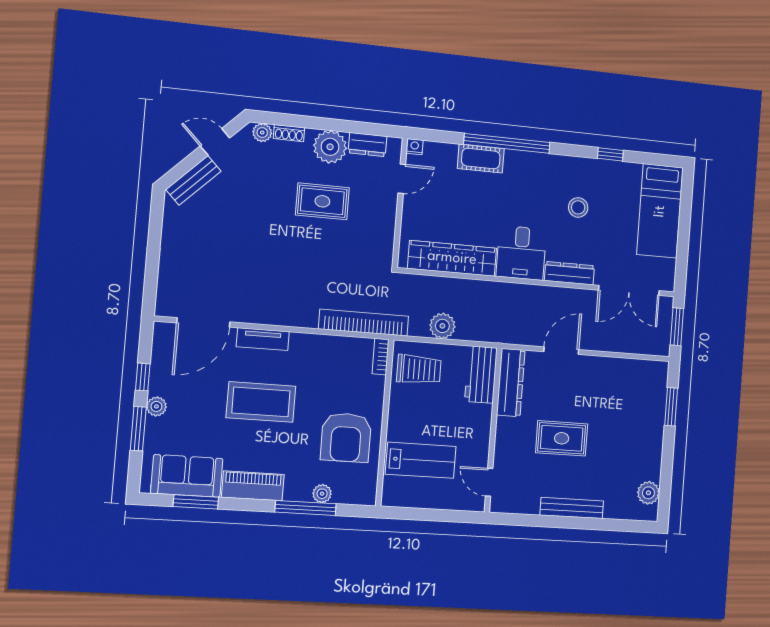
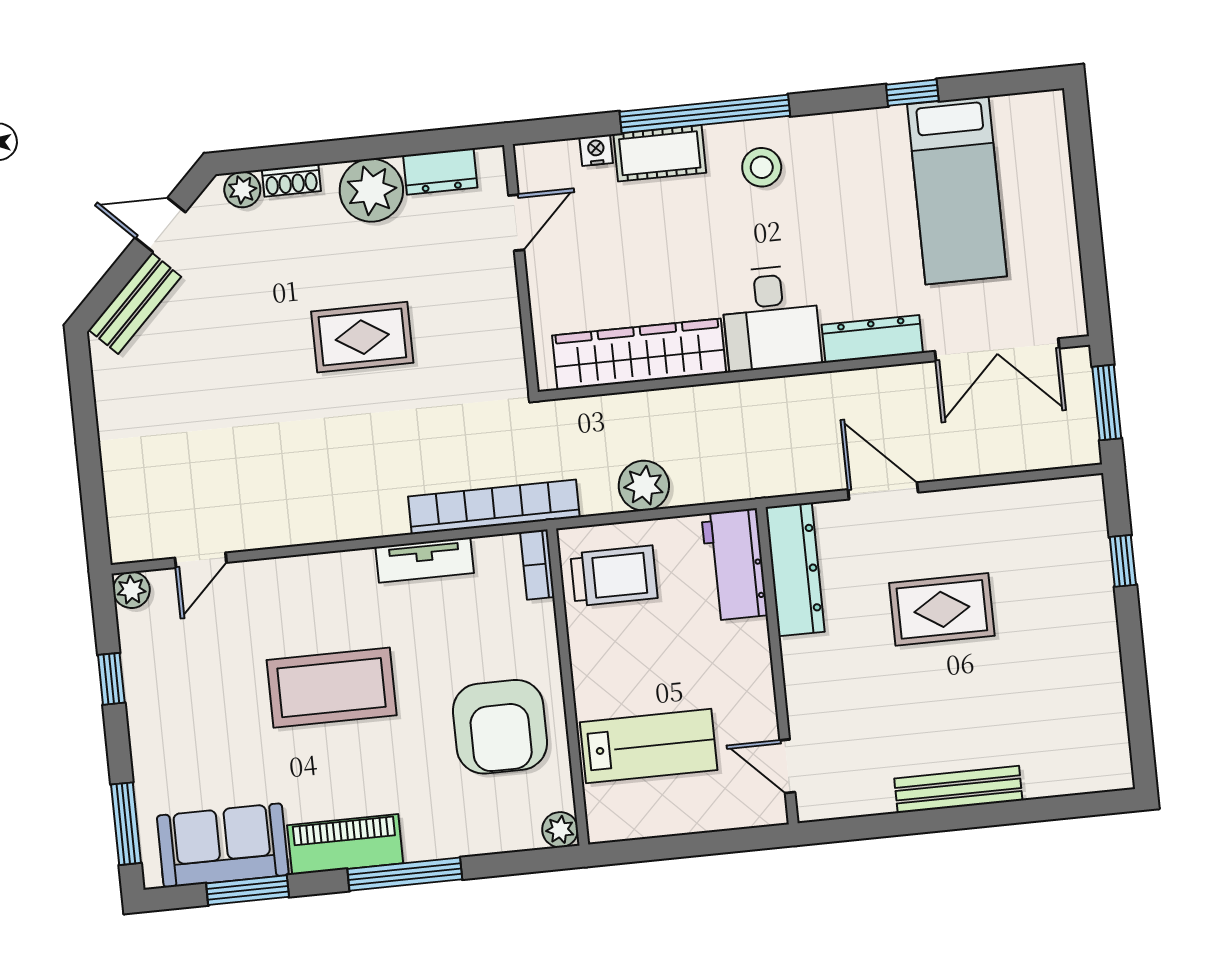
nightstand: (415, 147) -> (596, 150), moved
rug: (322, 201) -> (362, 337), moved
stool: (578, 207) -> (762, 167), moved
bed: (660, 211) -> (957, 190), moved
door: (203, 322) -> (201, 560), width x0.53
tv unit: (263, 339) -> (425, 560), moved
door: (561, 351) -> (883, 491), hinge flipped
plant: (156, 406) -> (131, 590), moved
window: (671, 407) -> (1123, 561), width x0.67
window: (138, 429) -> (126, 824), moved
rug: (562, 438) -> (942, 609), moved
plant: (648, 493) -> (1107, 736), removed
plant: (322, 494) -> (560, 830), moved
window: (306, 508) -> (405, 874), moved

